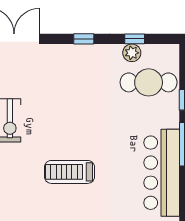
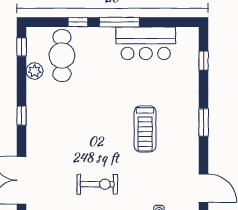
window: (135, 39) -> (22, 47), moved
bar counter: (162, 173) -> (146, 43), width x0.73

